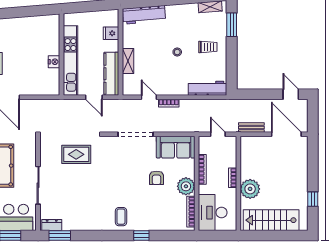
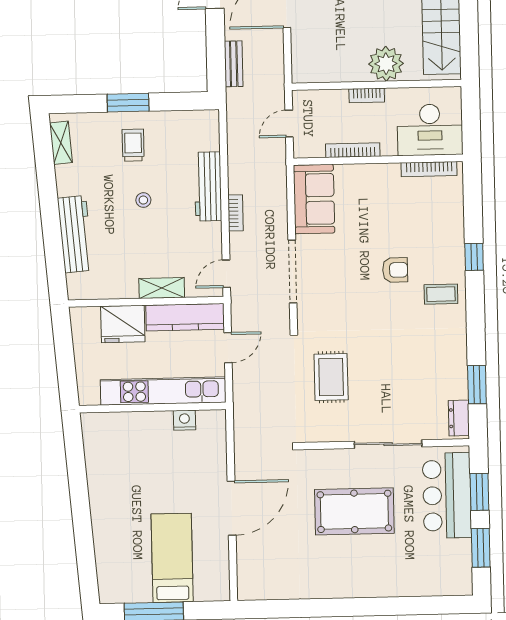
workbench: (144, 15) -> (75, 234), moved
window: (232, 25) -> (128, 103), moved
fridge: (111, 33) -> (123, 324), width x1.88, depth x1.34
nightstand: (54, 62) -> (184, 420), moved
workbench: (208, 88) -> (208, 186), moved
door: (149, 97) -> (226, 274), moved
bench: (251, 127) -> (234, 64), moved
armchair: (157, 178) -> (395, 270), moved
plant: (186, 186) -> (384, 179), removed
window: (60, 236) -> (477, 385), moved

